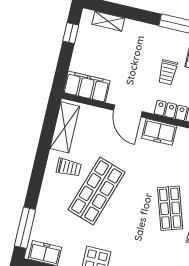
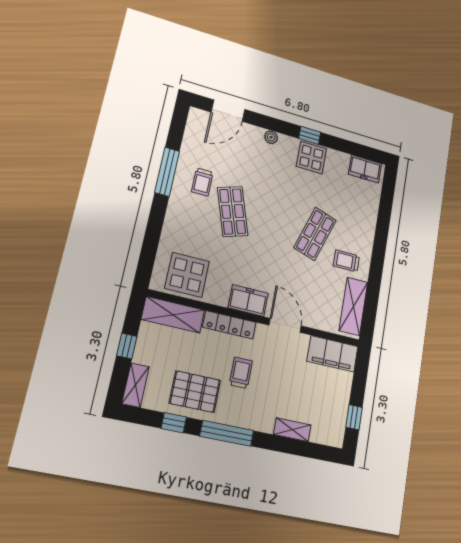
shelving: (108, 21) -> (292, 430), moved
shop shelf: (97, 191) -> (315, 234), width x0.70, depth x0.74
window: (25, 228) -> (387, 197), removed

